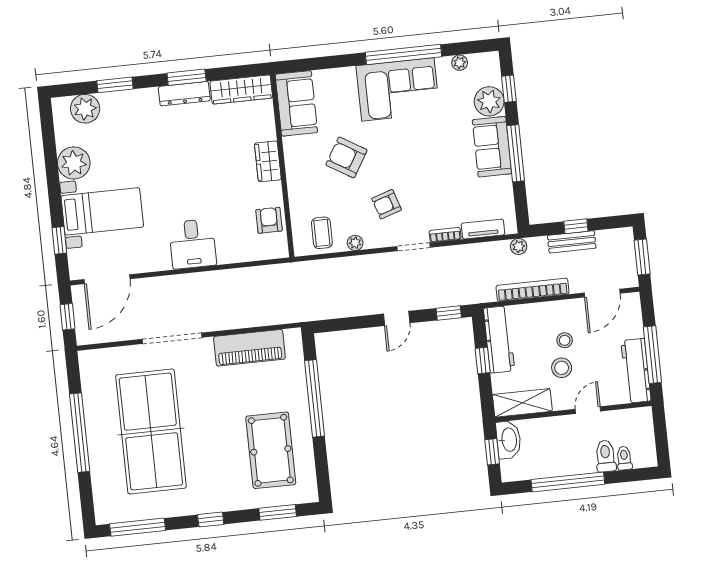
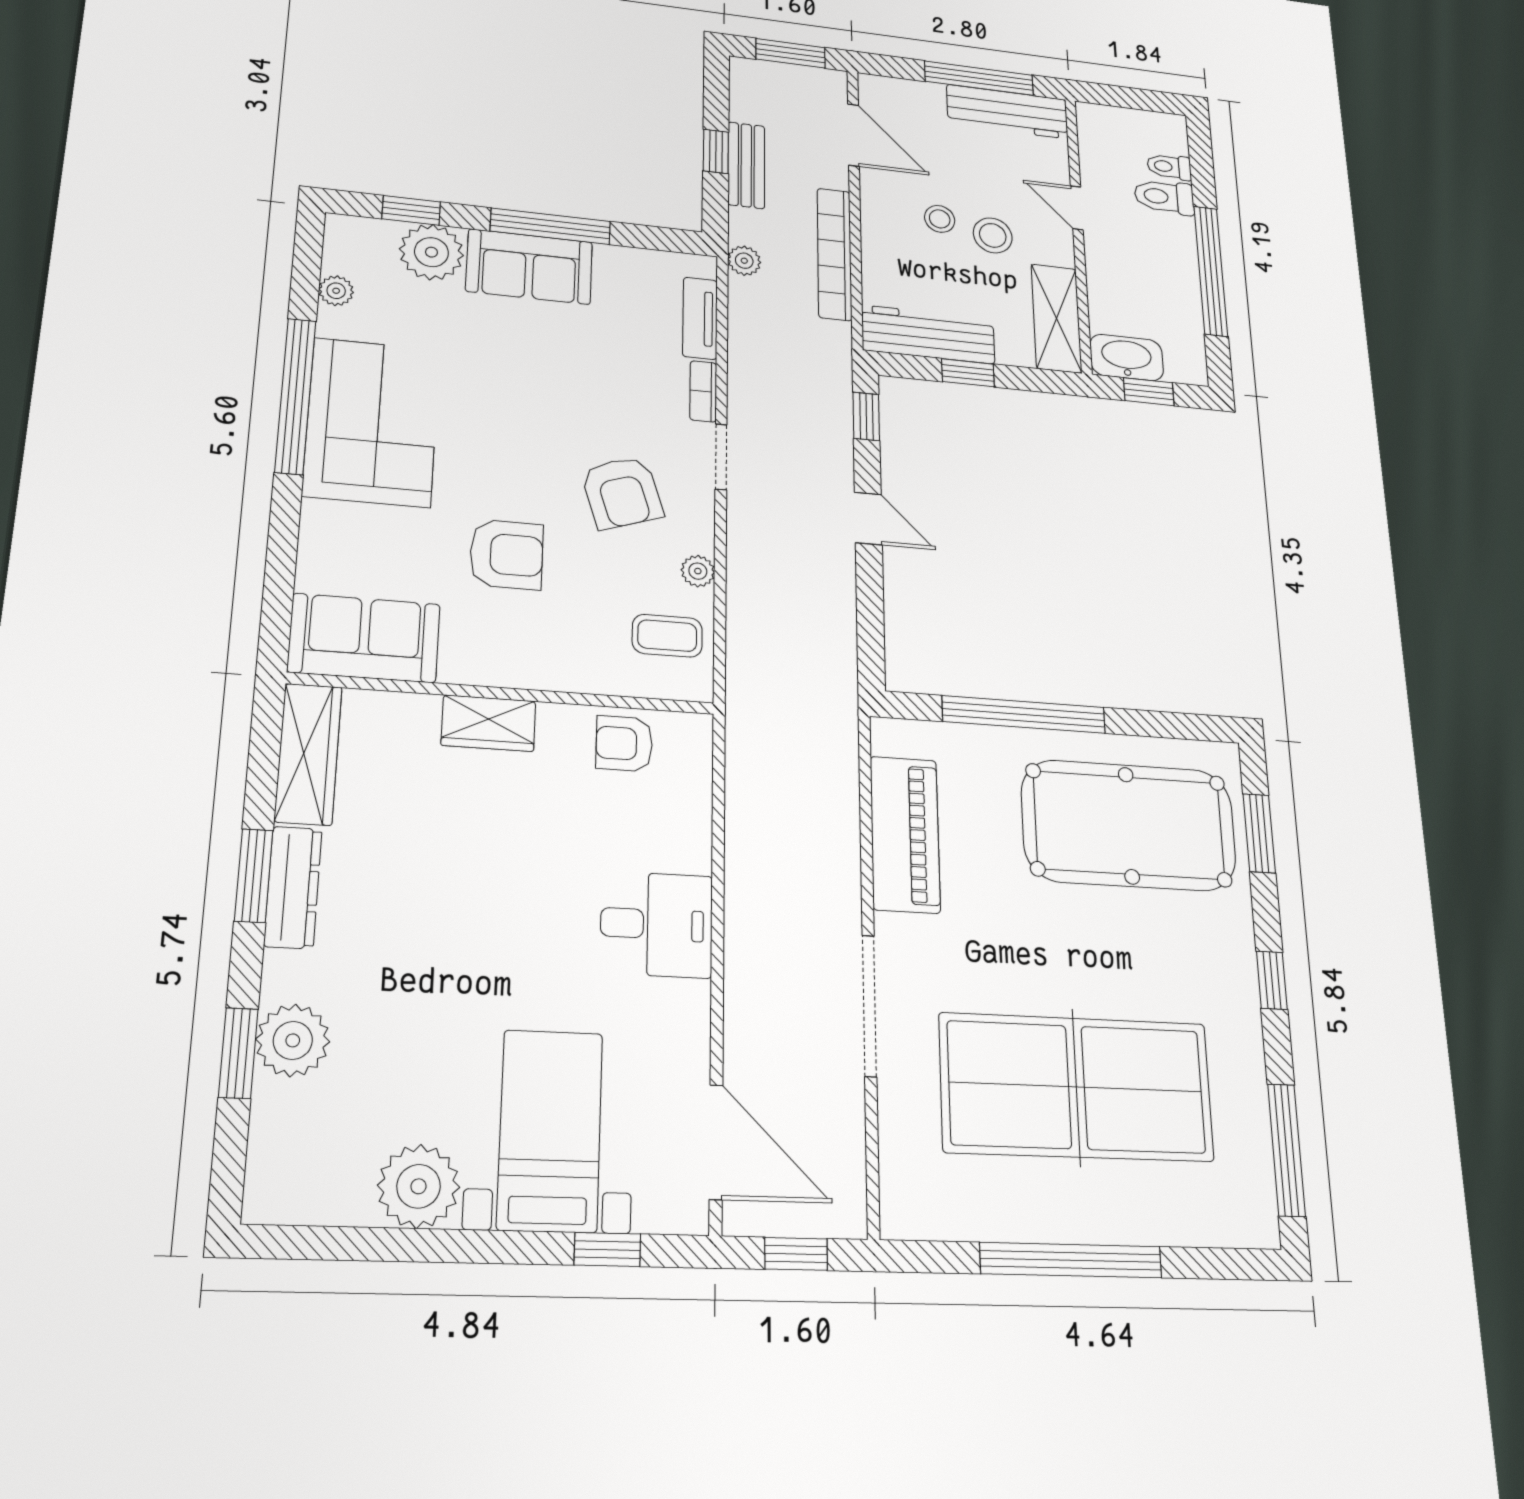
plant: (85, 109) -> (293, 1040), moved
armchair: (346, 157) -> (506, 554), turned -121
armchair: (387, 204) -> (622, 492), width x1.38, depth x1.38
pool table: (271, 450) -> (1129, 825), width x1.36, depth x1.32

